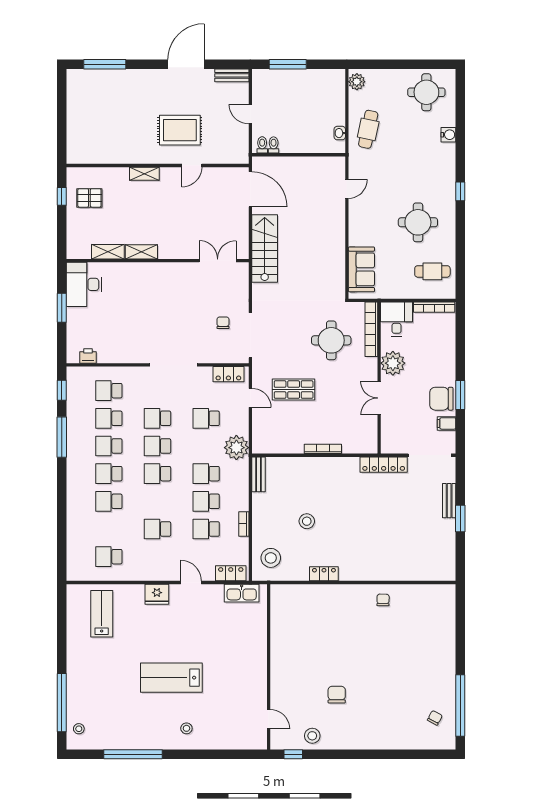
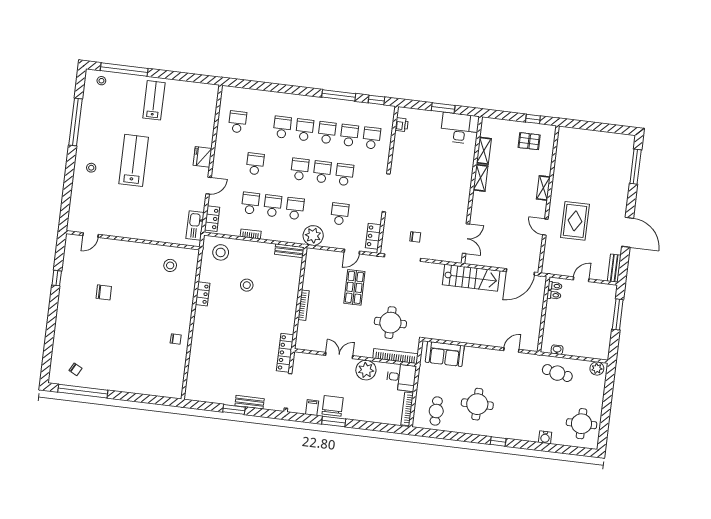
door: (347, 189) -> (511, 350), swing flipped
pallet: (89, 198) -> (529, 141), turned 90
lab bench: (102, 614) -> (154, 100), moved, turned -90
stool: (312, 736) -> (170, 265), moved
window: (293, 754) -> (57, 278), moved

